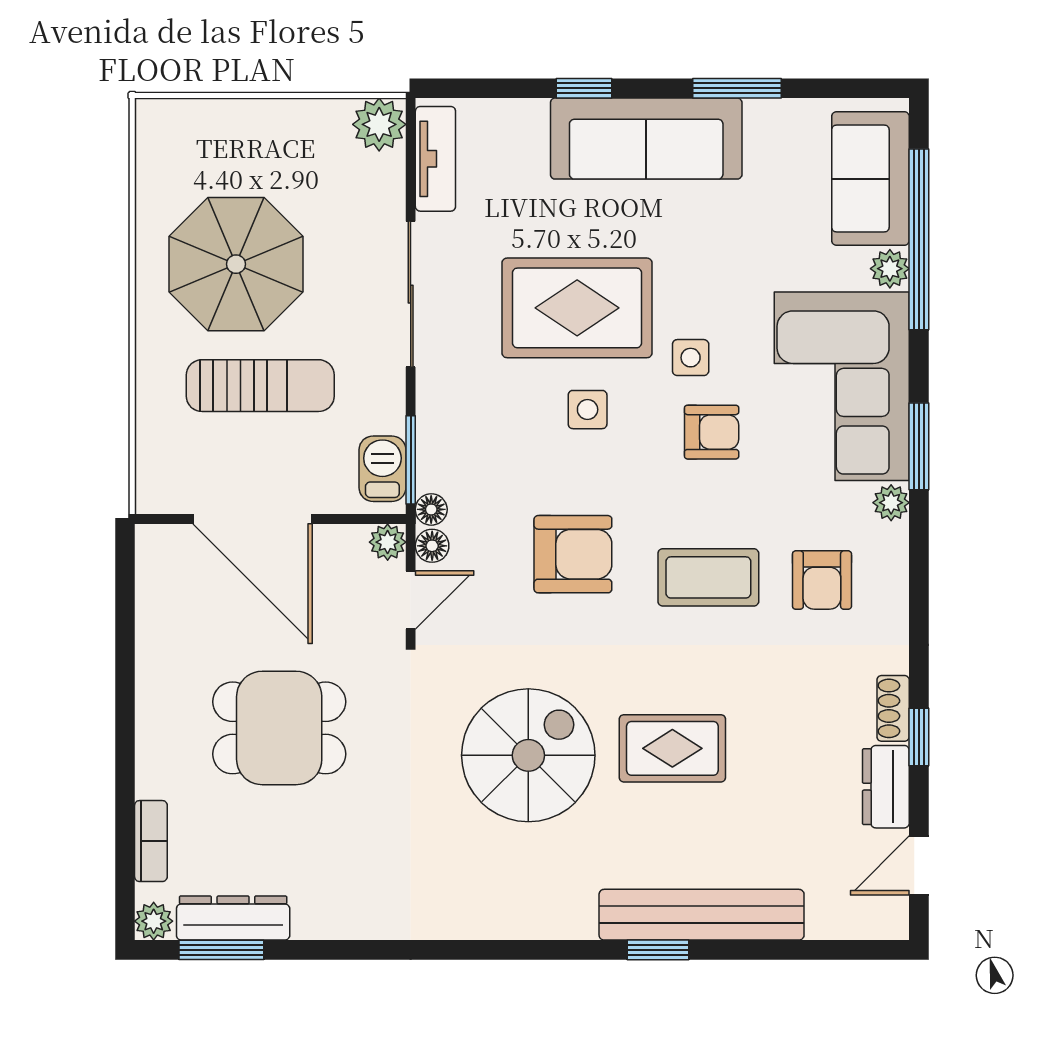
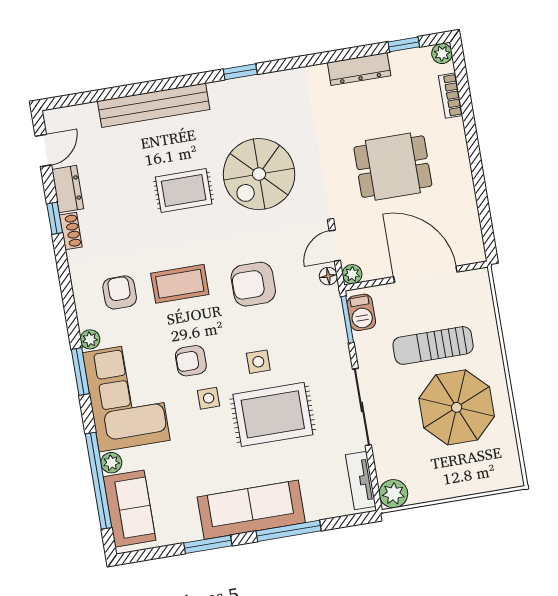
window: (584, 88) -> (289, 531), width x2.17
floor lamp: (431, 509) -> (332, 295), removed
dresser: (233, 918) -> (359, 69), moved
window: (221, 950) -> (404, 44), width x0.67
window: (658, 950) -> (240, 72), moved

